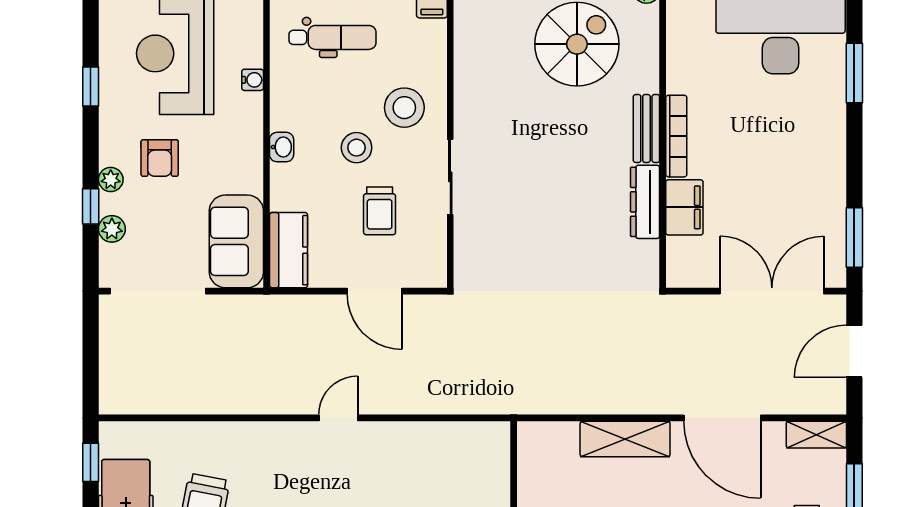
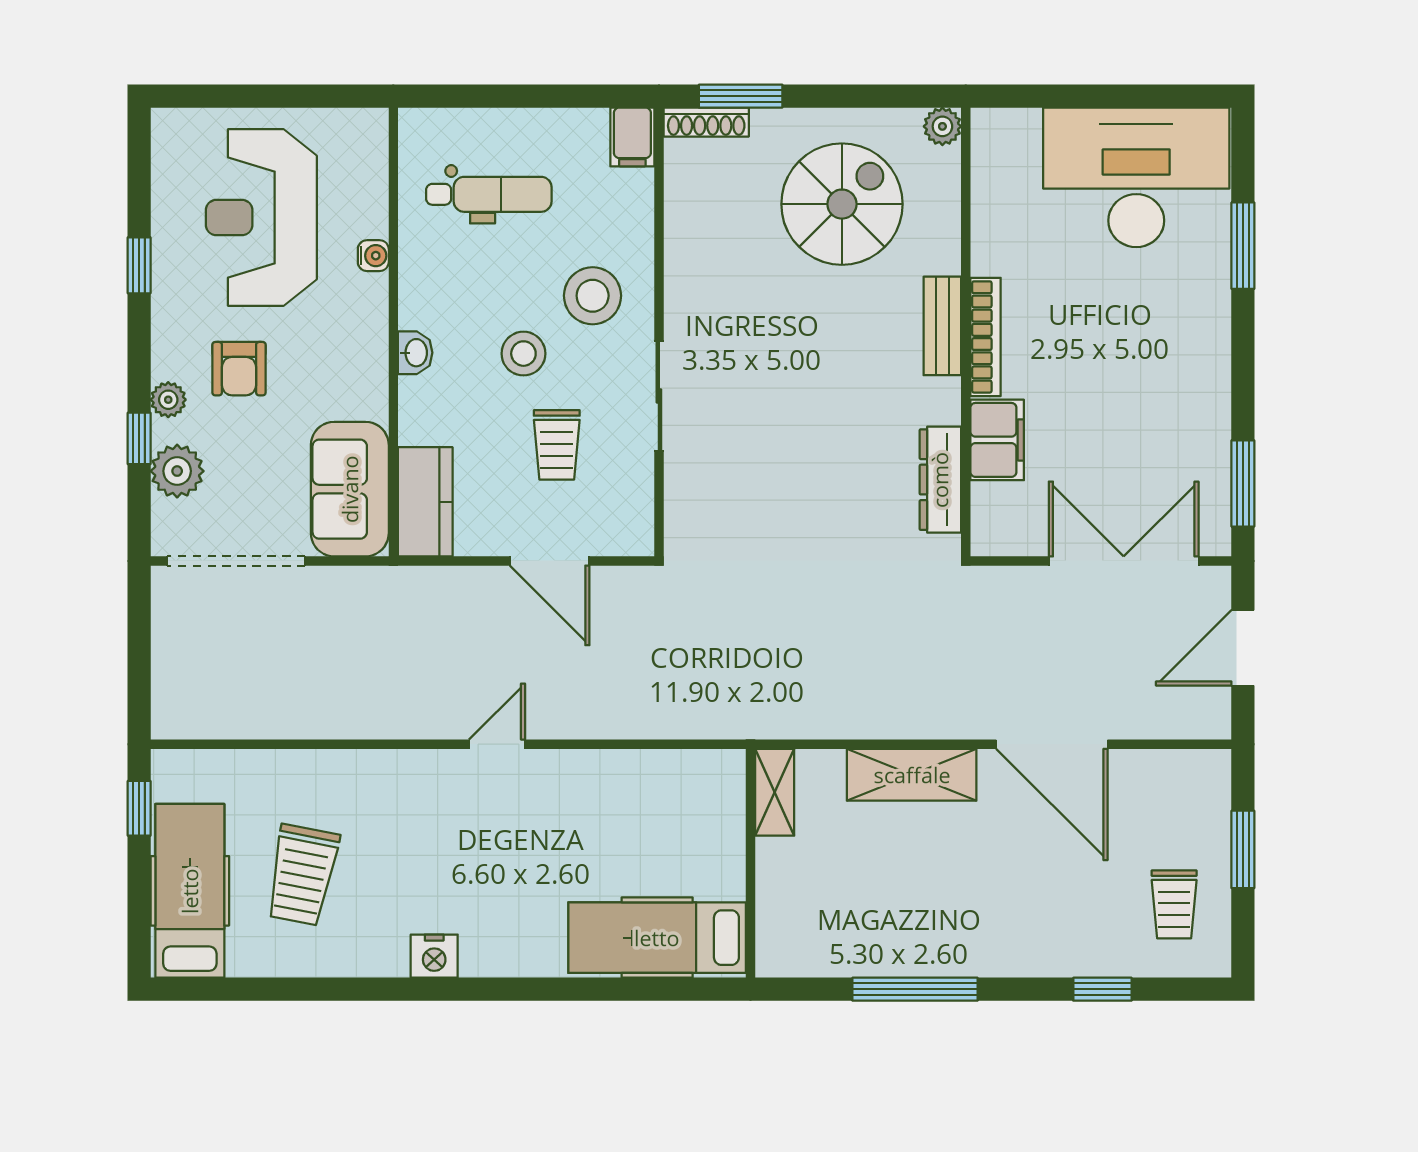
dresser: (645, 202) -> (940, 480), moved
plant: (112, 229) -> (177, 471), width x1.38, depth x1.38
shelving: (816, 435) -> (775, 792), moved, turned 90

